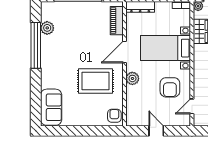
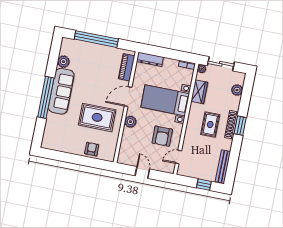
window: (36, 45) -> (46, 97), moved
sofa: (51, 107) -> (61, 91), moved, width x1.36
armchair: (114, 116) -> (92, 149), moved

